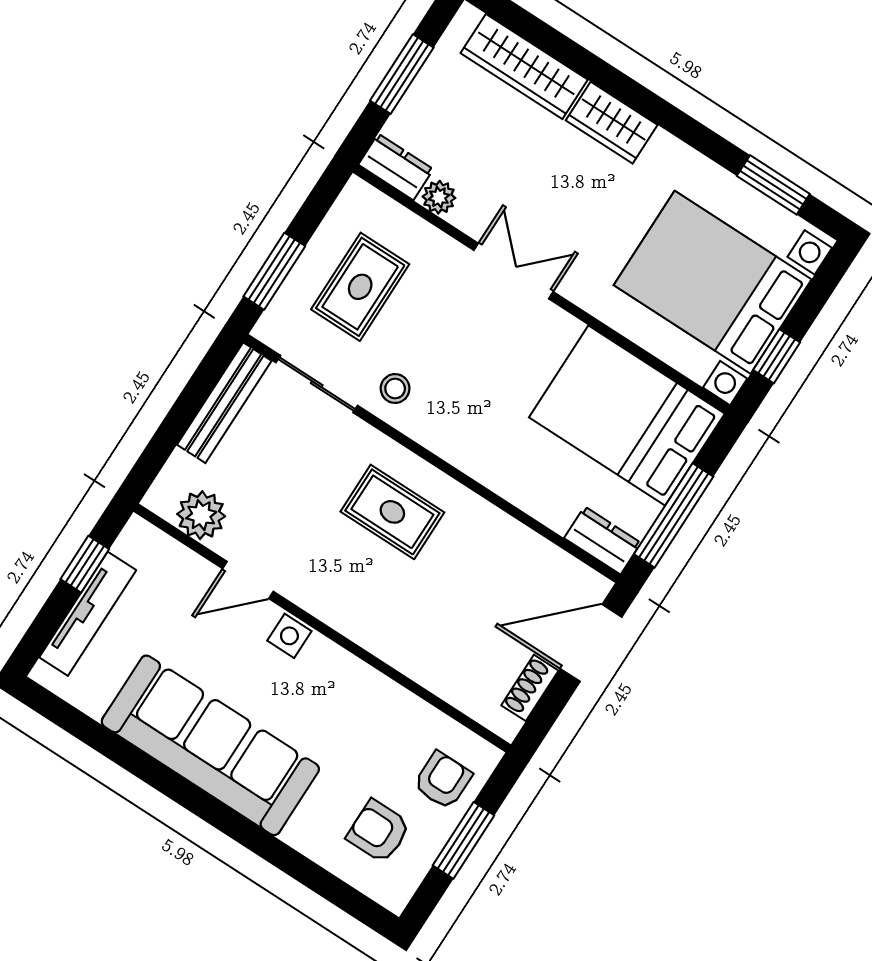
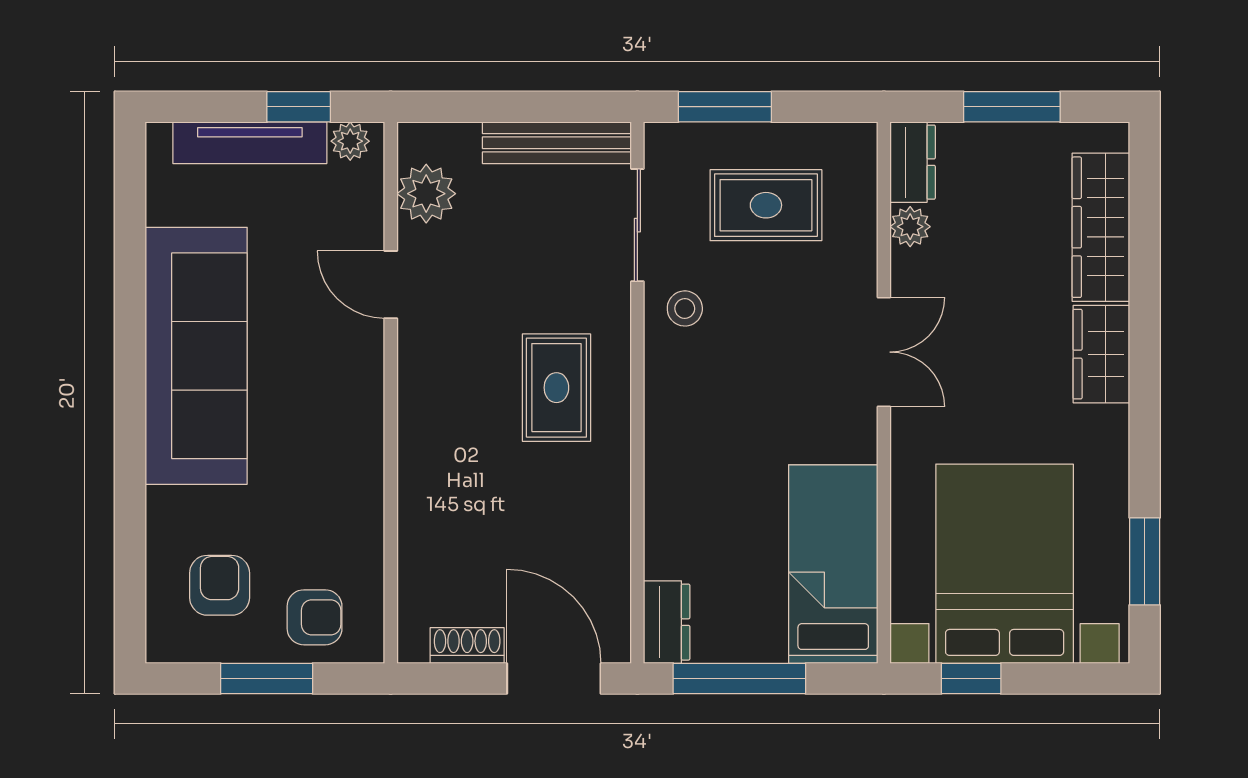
bed: (627, 415) -> (833, 564), width x0.67
plant: (131, 544) -> (350, 141), added
side table: (289, 636) -> (361, 364), removed

